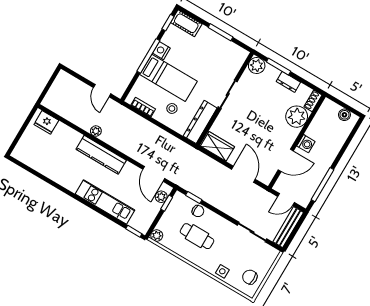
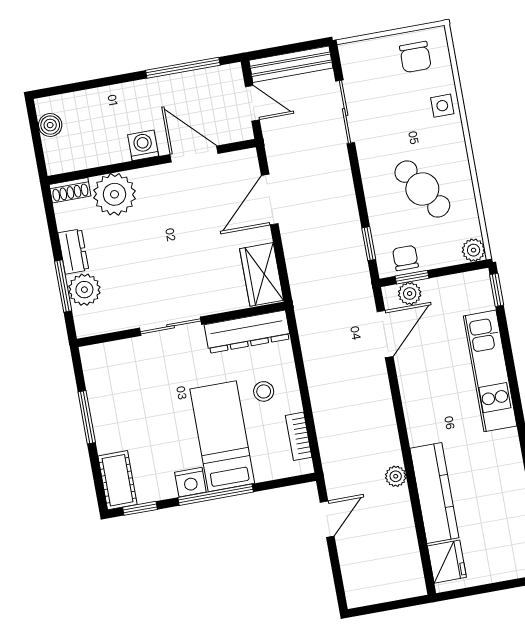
plant: (257, 66) -> (84, 290), moved
kitchen counter: (101, 155) -> (434, 493), moved
chair: (198, 211) -> (405, 258), moved
cafe table: (197, 236) -> (422, 189), turned -33

